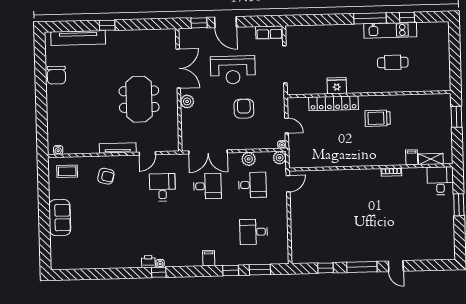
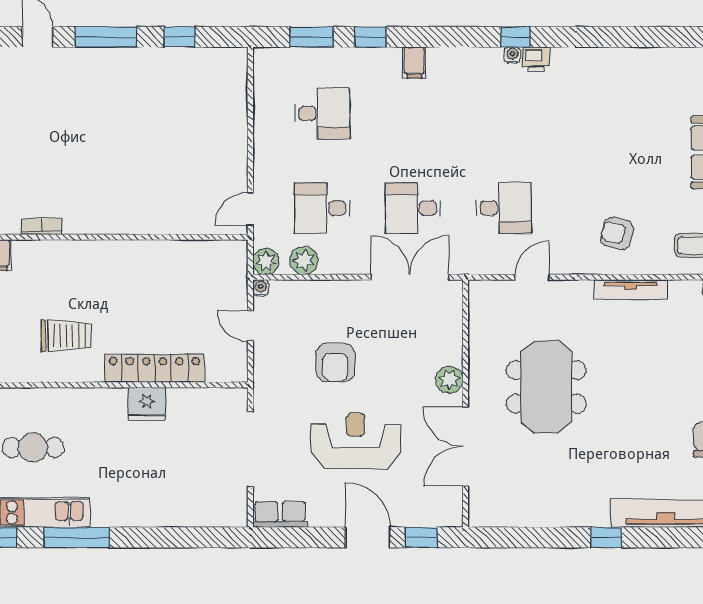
tv unit: (118, 148) -> (631, 290), moved
plant: (249, 159) -> (304, 261), moved
desk: (162, 187) -> (504, 208), turned -90

